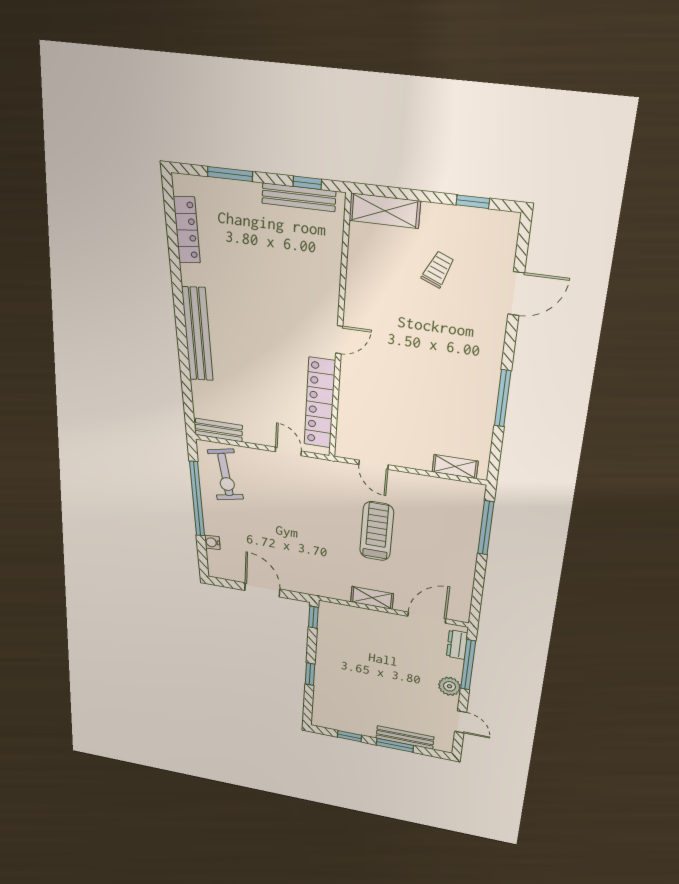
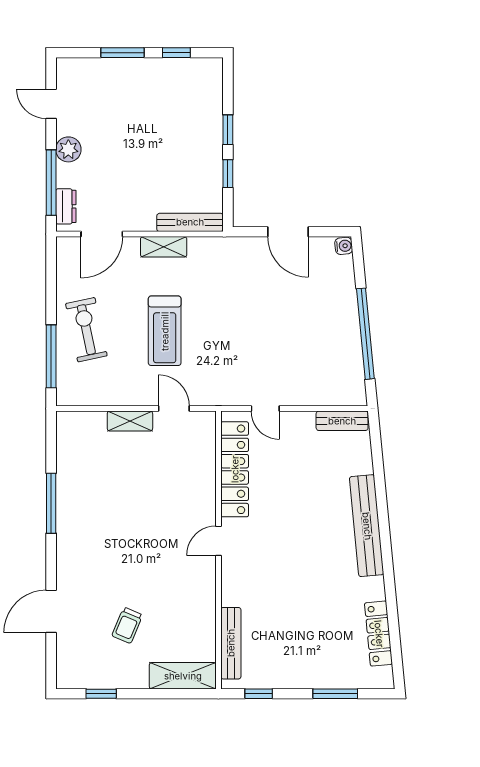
bench: (299, 197) -> (231, 643), moved, turned 90
shelving: (455, 467) -> (130, 421), moved
exercise bike: (225, 475) -> (86, 330), moved
water cooler: (212, 542) -> (344, 246), moved
window: (313, 617) -> (228, 174), moved
bench: (405, 737) -> (190, 222), moved

